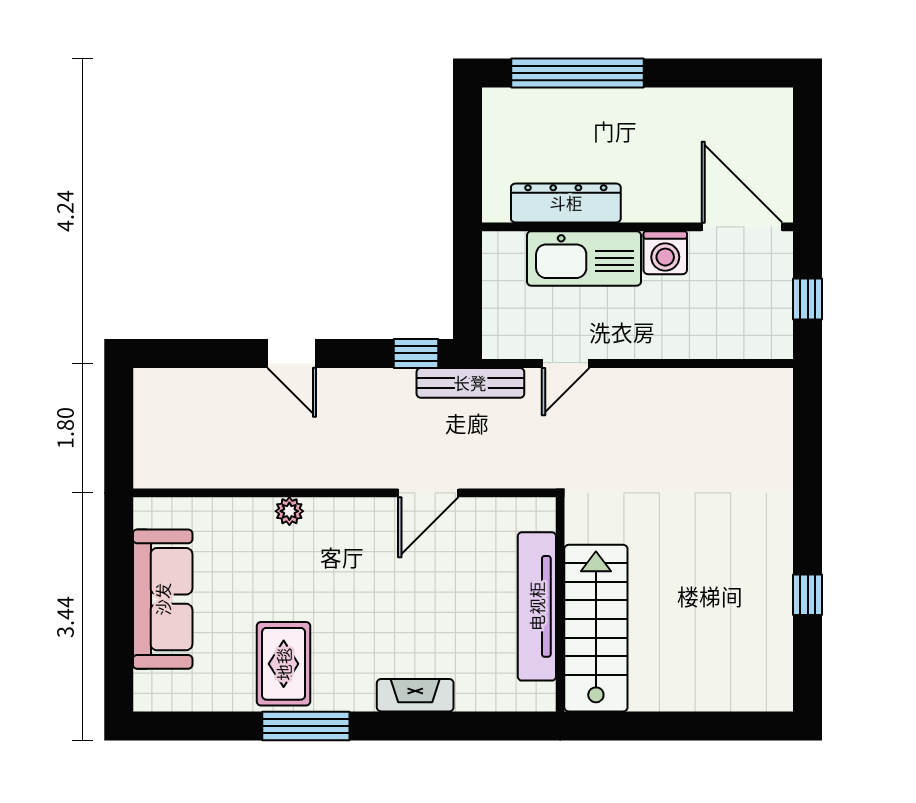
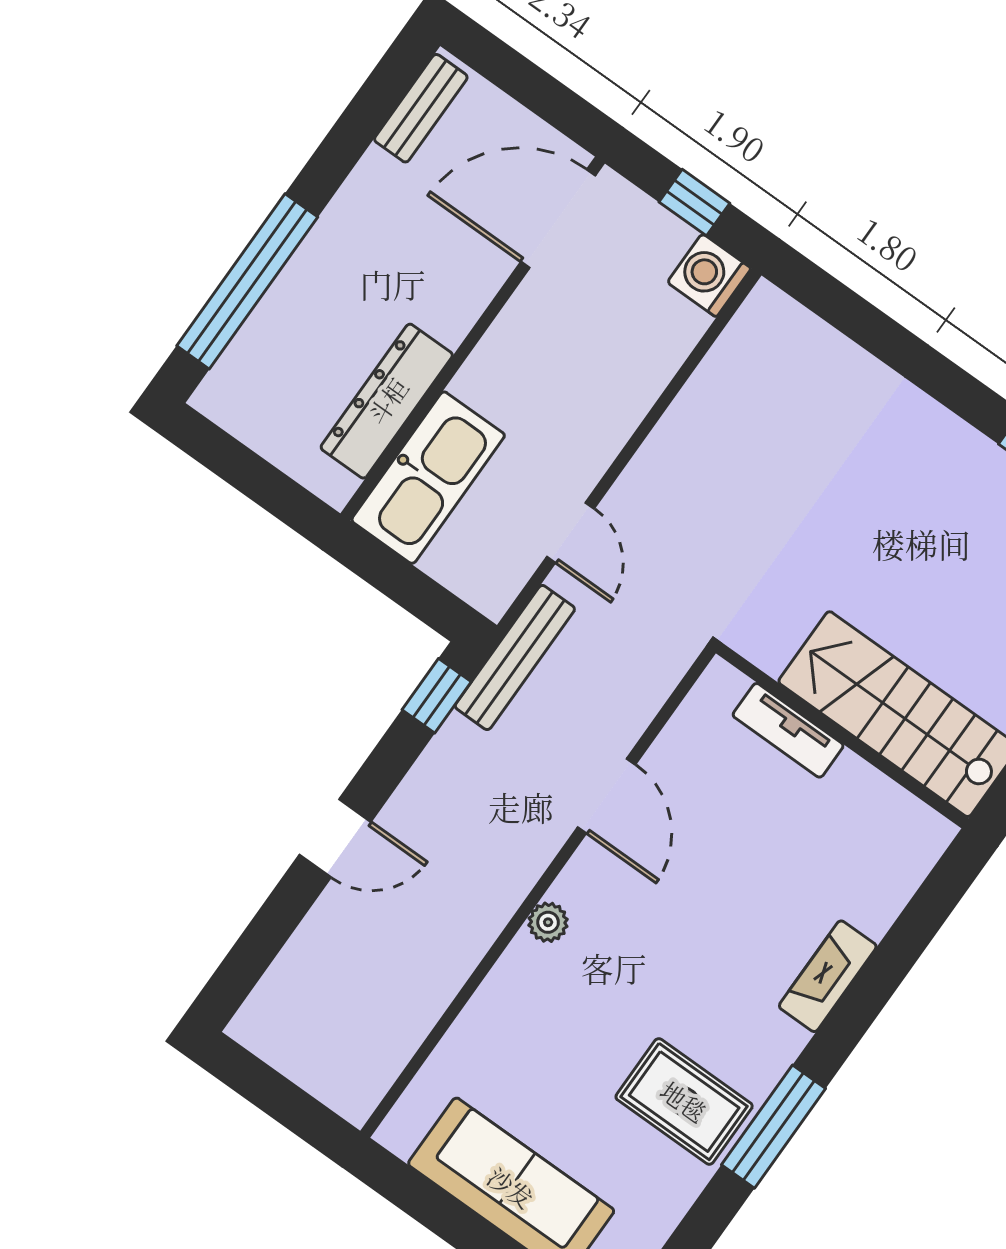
bench: (749, 102) -> (421, 108), added
washing machine: (665, 253) -> (709, 275), moved, turned 180
kitchen sink: (584, 258) -> (428, 478), moved
plant: (289, 511) -> (548, 922), moved
tv unit: (537, 606) -> (788, 730), width x0.52, depth x0.78

